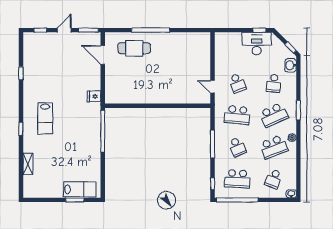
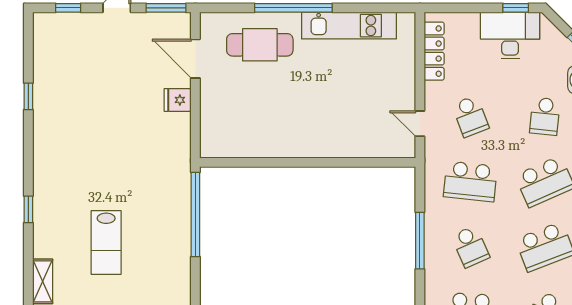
kitchen unit: (178, 39) -> (349, 26), added
locker: (219, 51) -> (434, 51), added
fridge: (94, 96) -> (178, 100), moved
lab bench: (45, 118) -> (106, 242), moved

